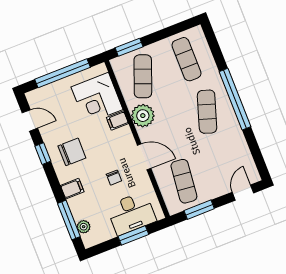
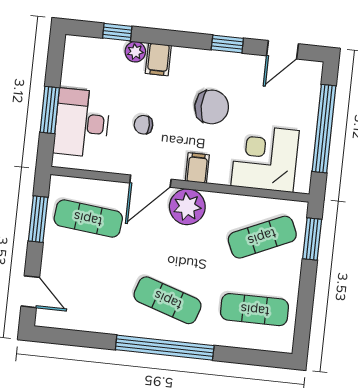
exercise mat: (143, 76) -> (262, 237), turned -45
plant: (143, 116) -> (187, 207), moved
filing cabinet: (117, 121) -> (197, 168), moved
chair: (72, 152) -> (212, 107), moved, turned -90
window: (69, 220) -> (117, 32), width x0.46
plant: (84, 227) -> (135, 52), moved

